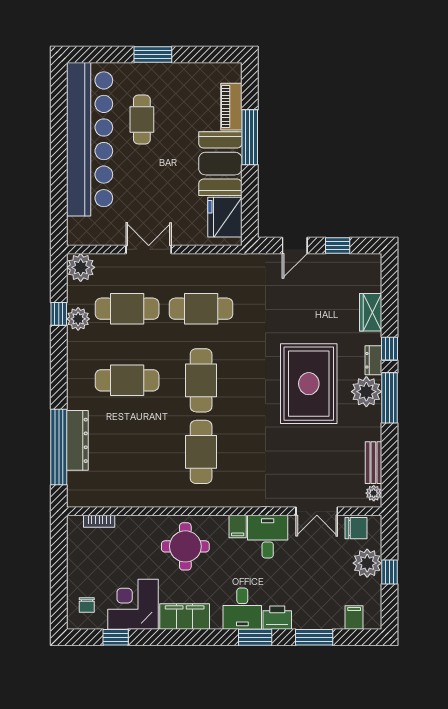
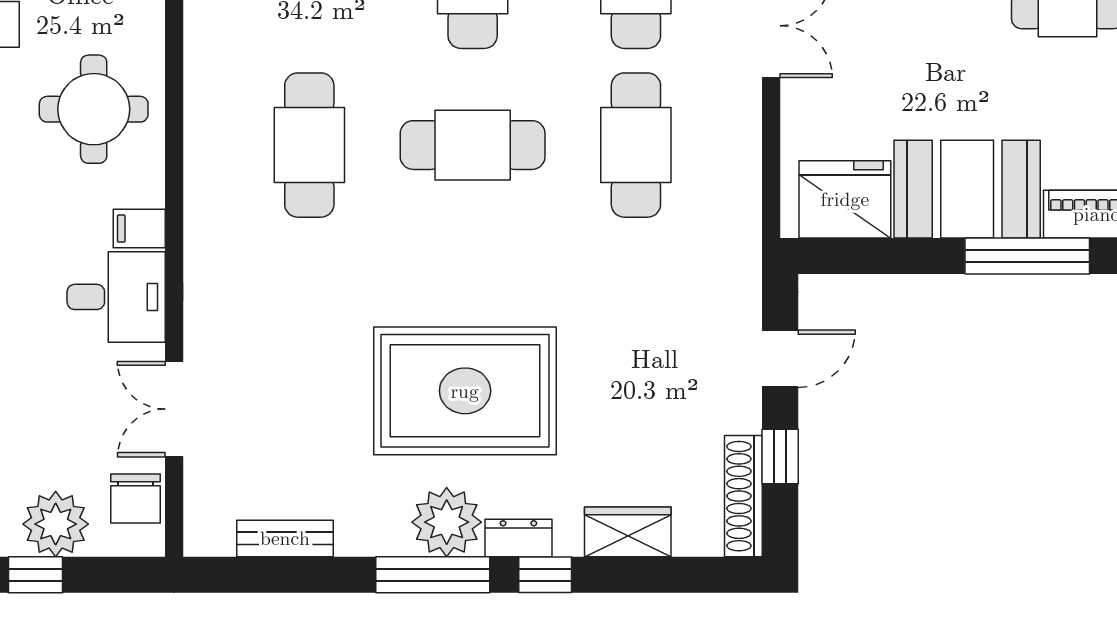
door: (295, 246) -> (780, 359), swing flipped
shoe rack: (355, 262) -> (743, 496), added
cafe table: (201, 452) -> (309, 145), turned 90
plant: (374, 493) -> (215, 539), removed

